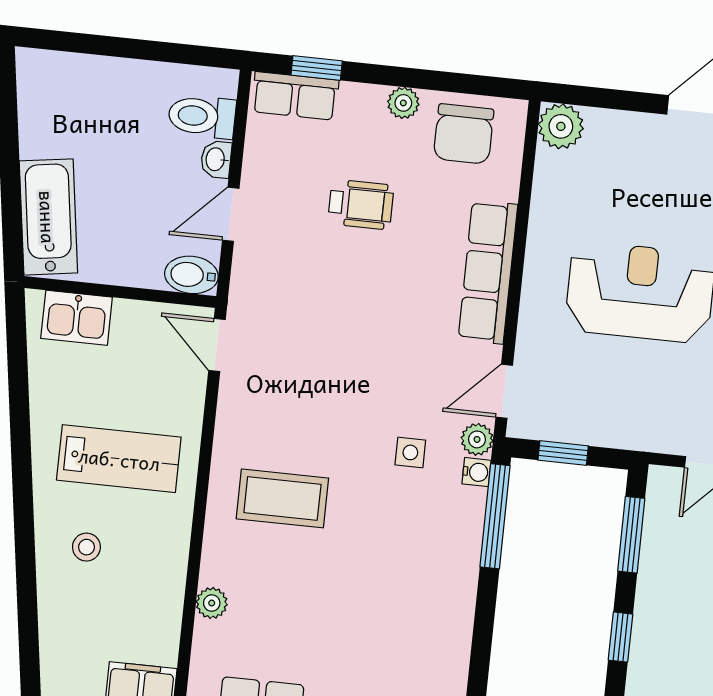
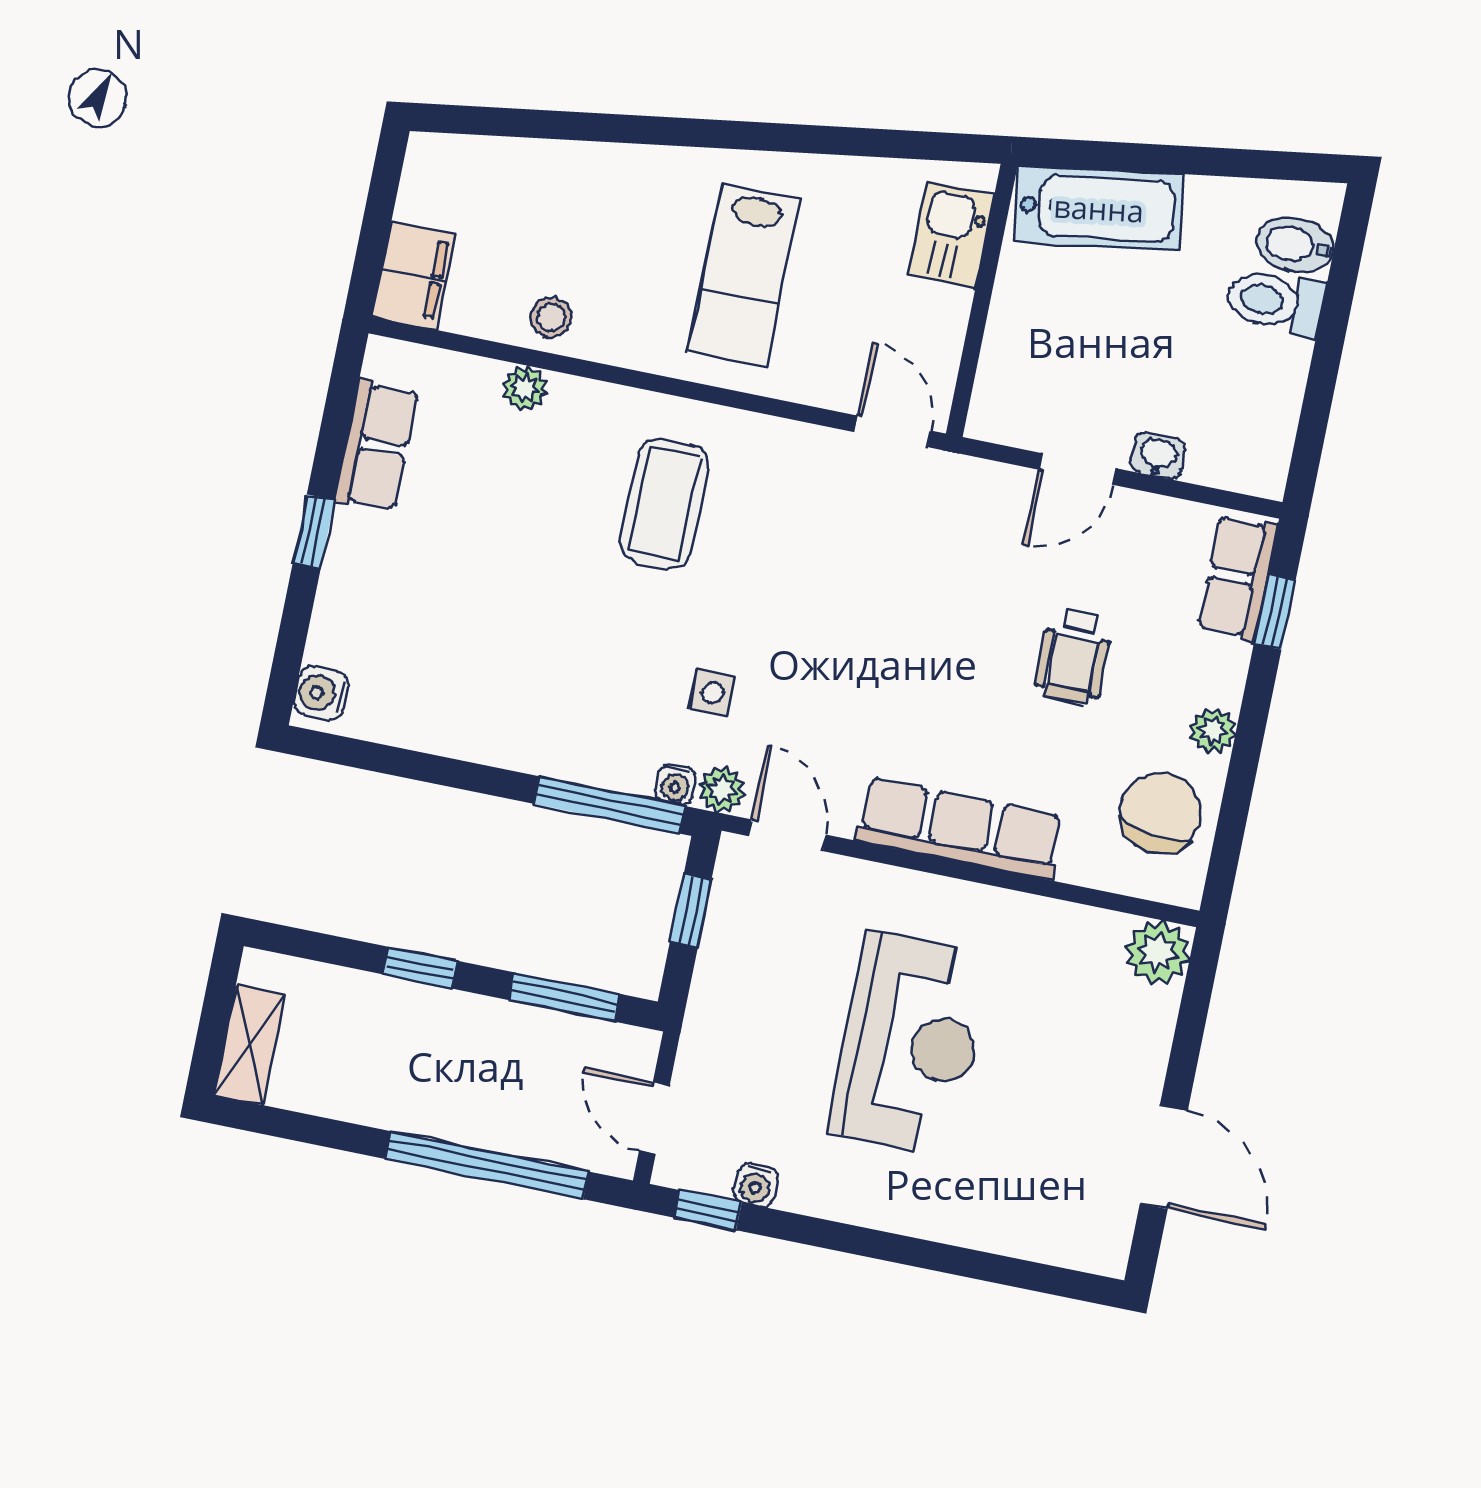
toilet: (202, 116) -> (1275, 302), moved, turned -90
chair: (464, 134) -> (1160, 813), turned 97
door: (231, 214) -> (1077, 469), swing flipped
bidet: (191, 275) -> (1295, 245), moved, turned -90
door: (217, 345) -> (893, 431), hinge flipped
stool: (86, 547) -> (551, 317), moved

